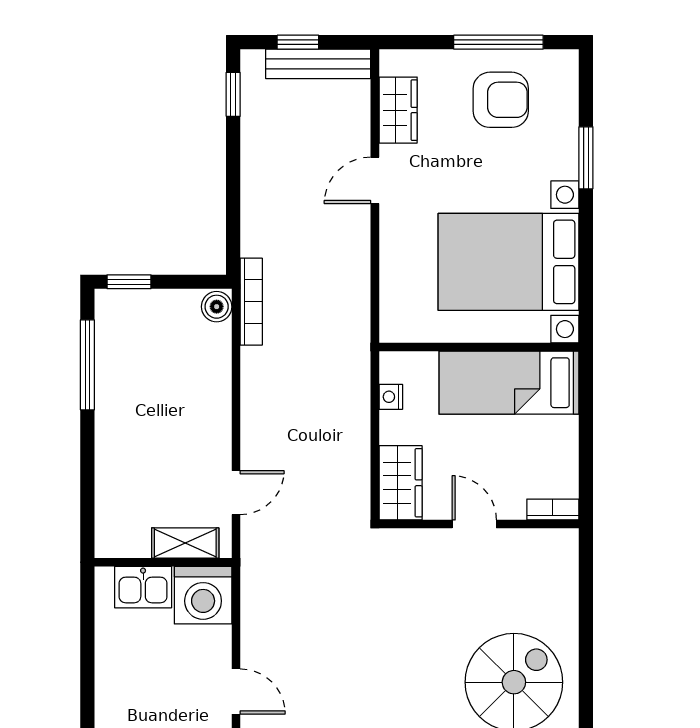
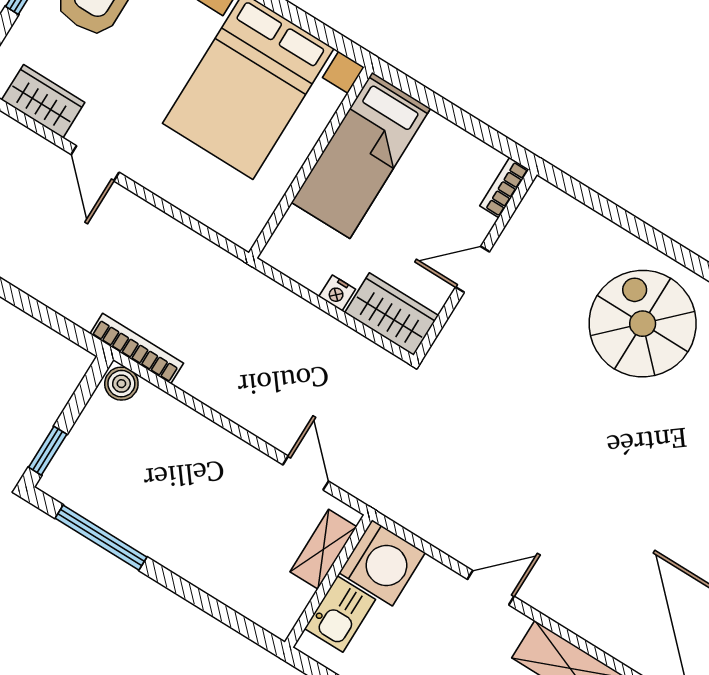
nightstand: (391, 397) -> (337, 293), moved

